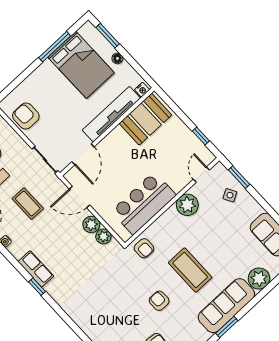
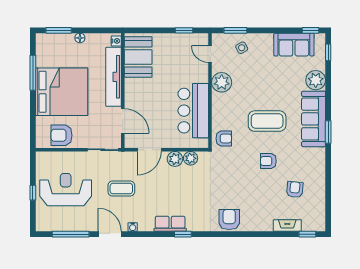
bed: (81, 65) -> (62, 92), moved, width x1.36
armchair: (83, 313) -> (229, 219), added

